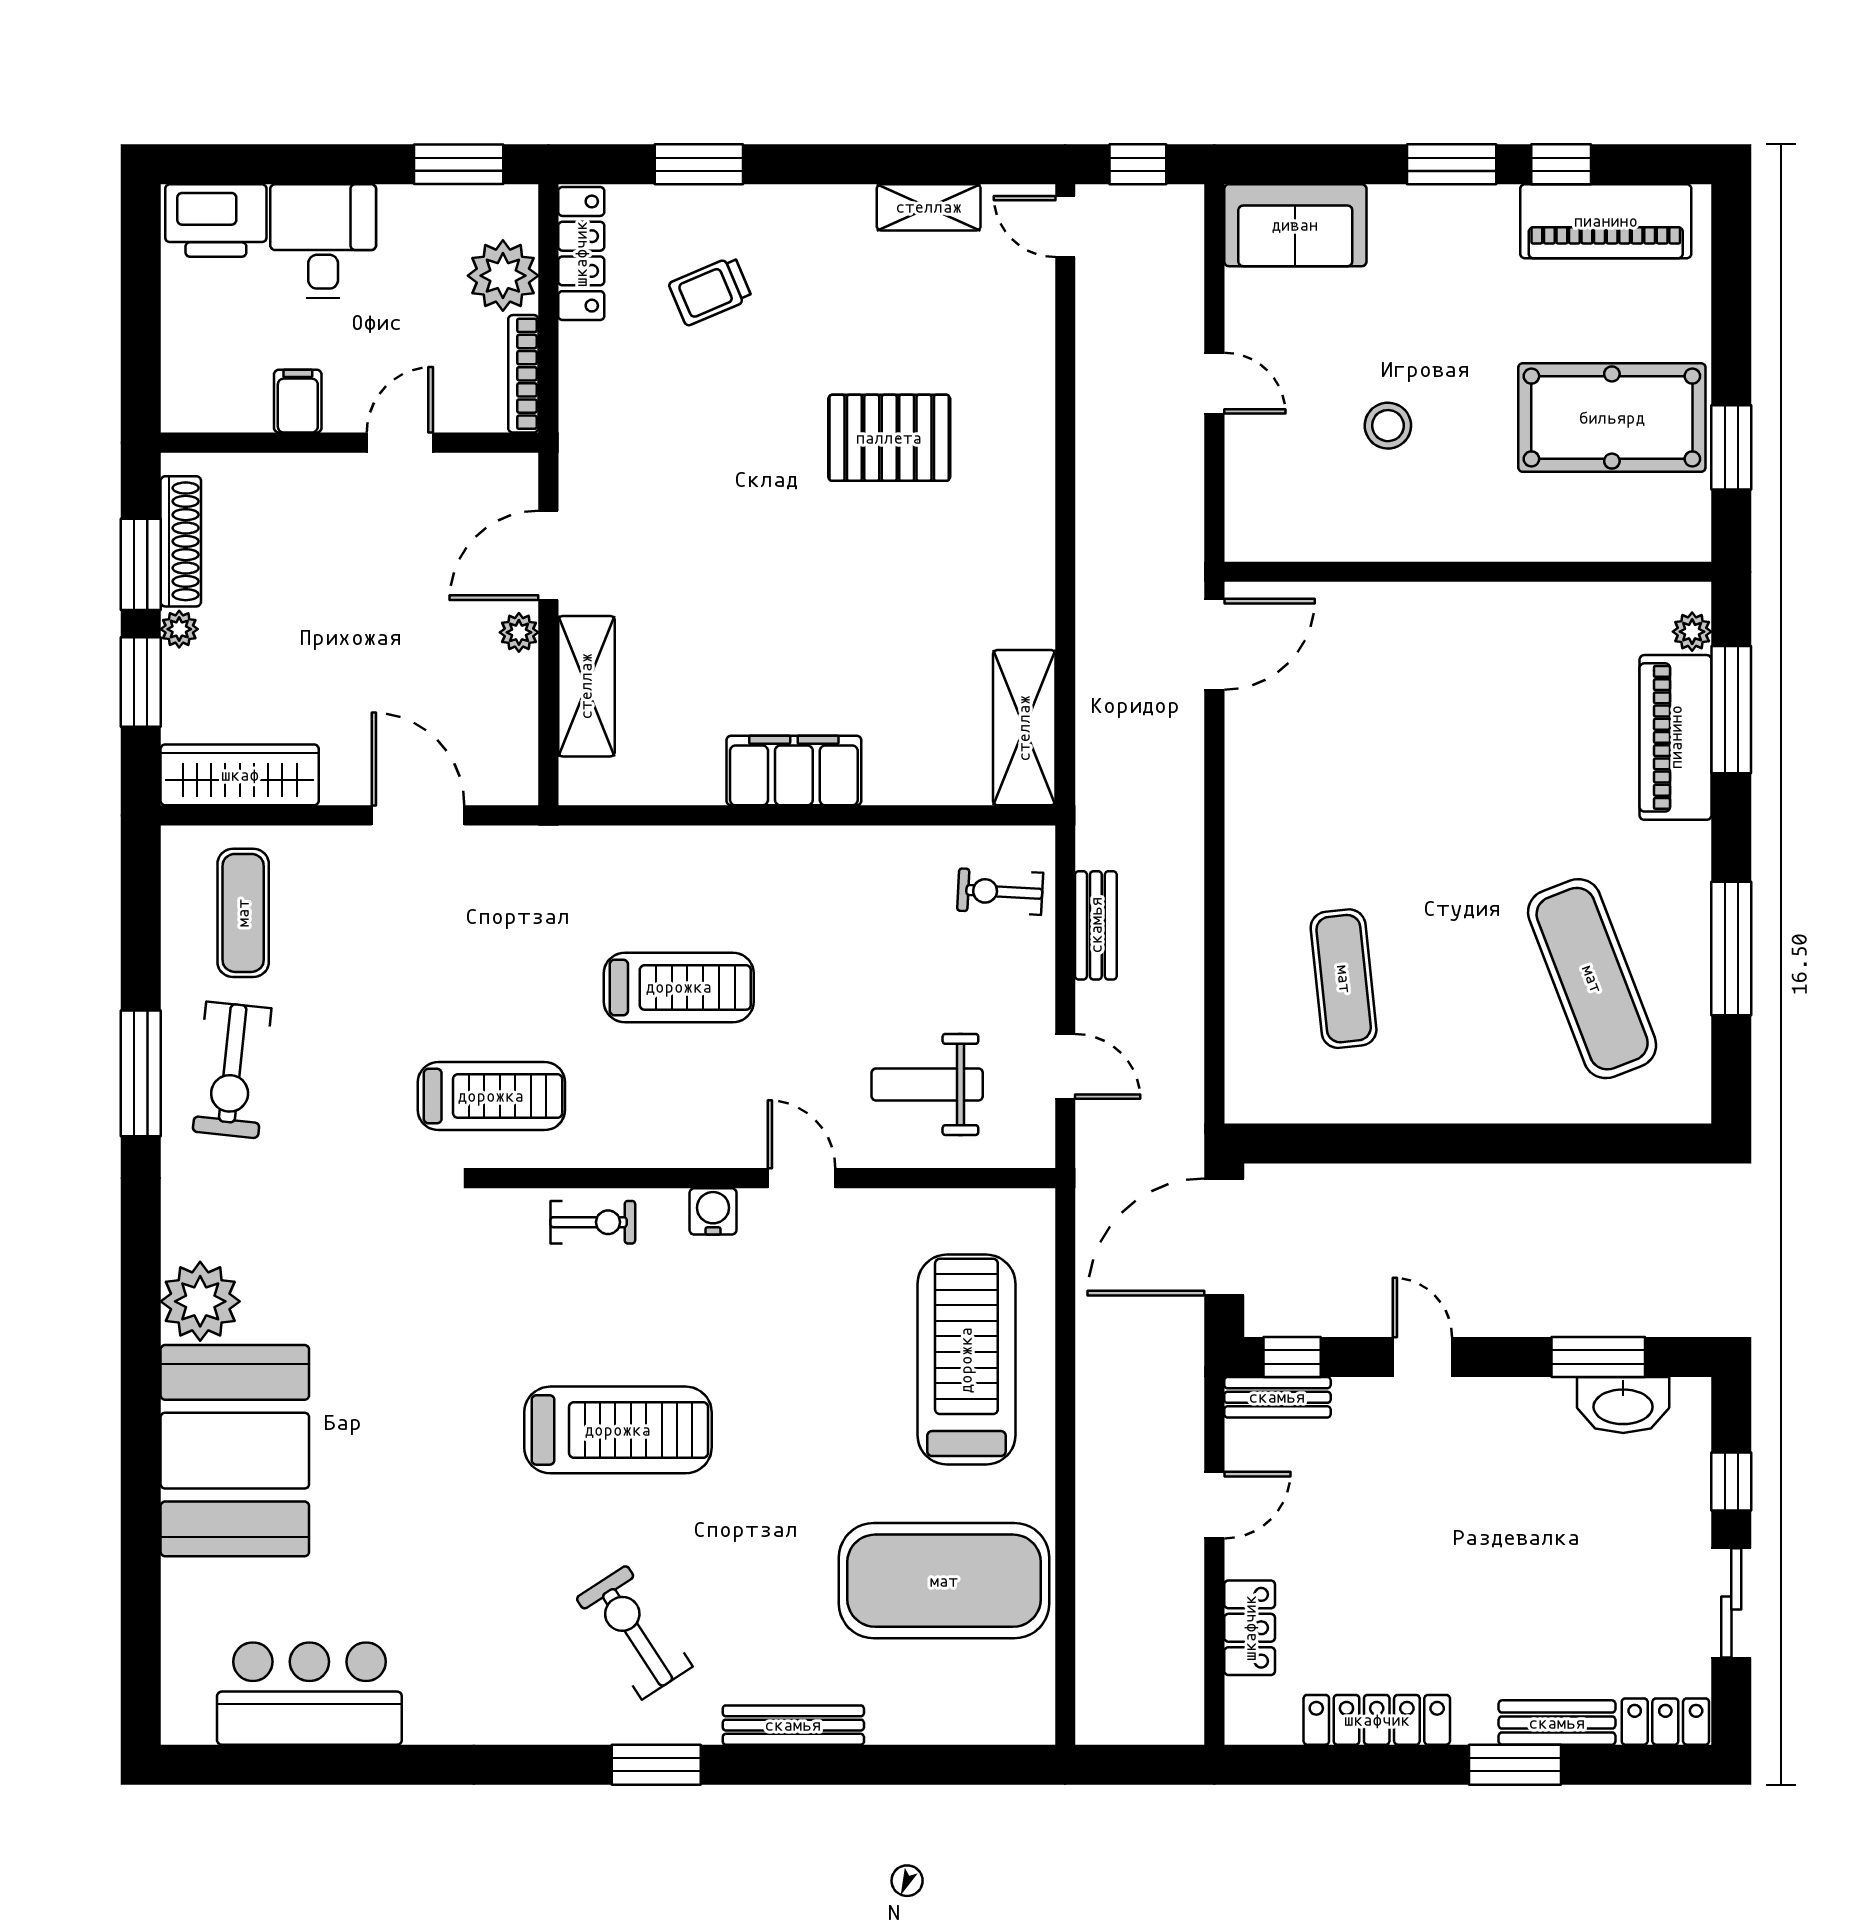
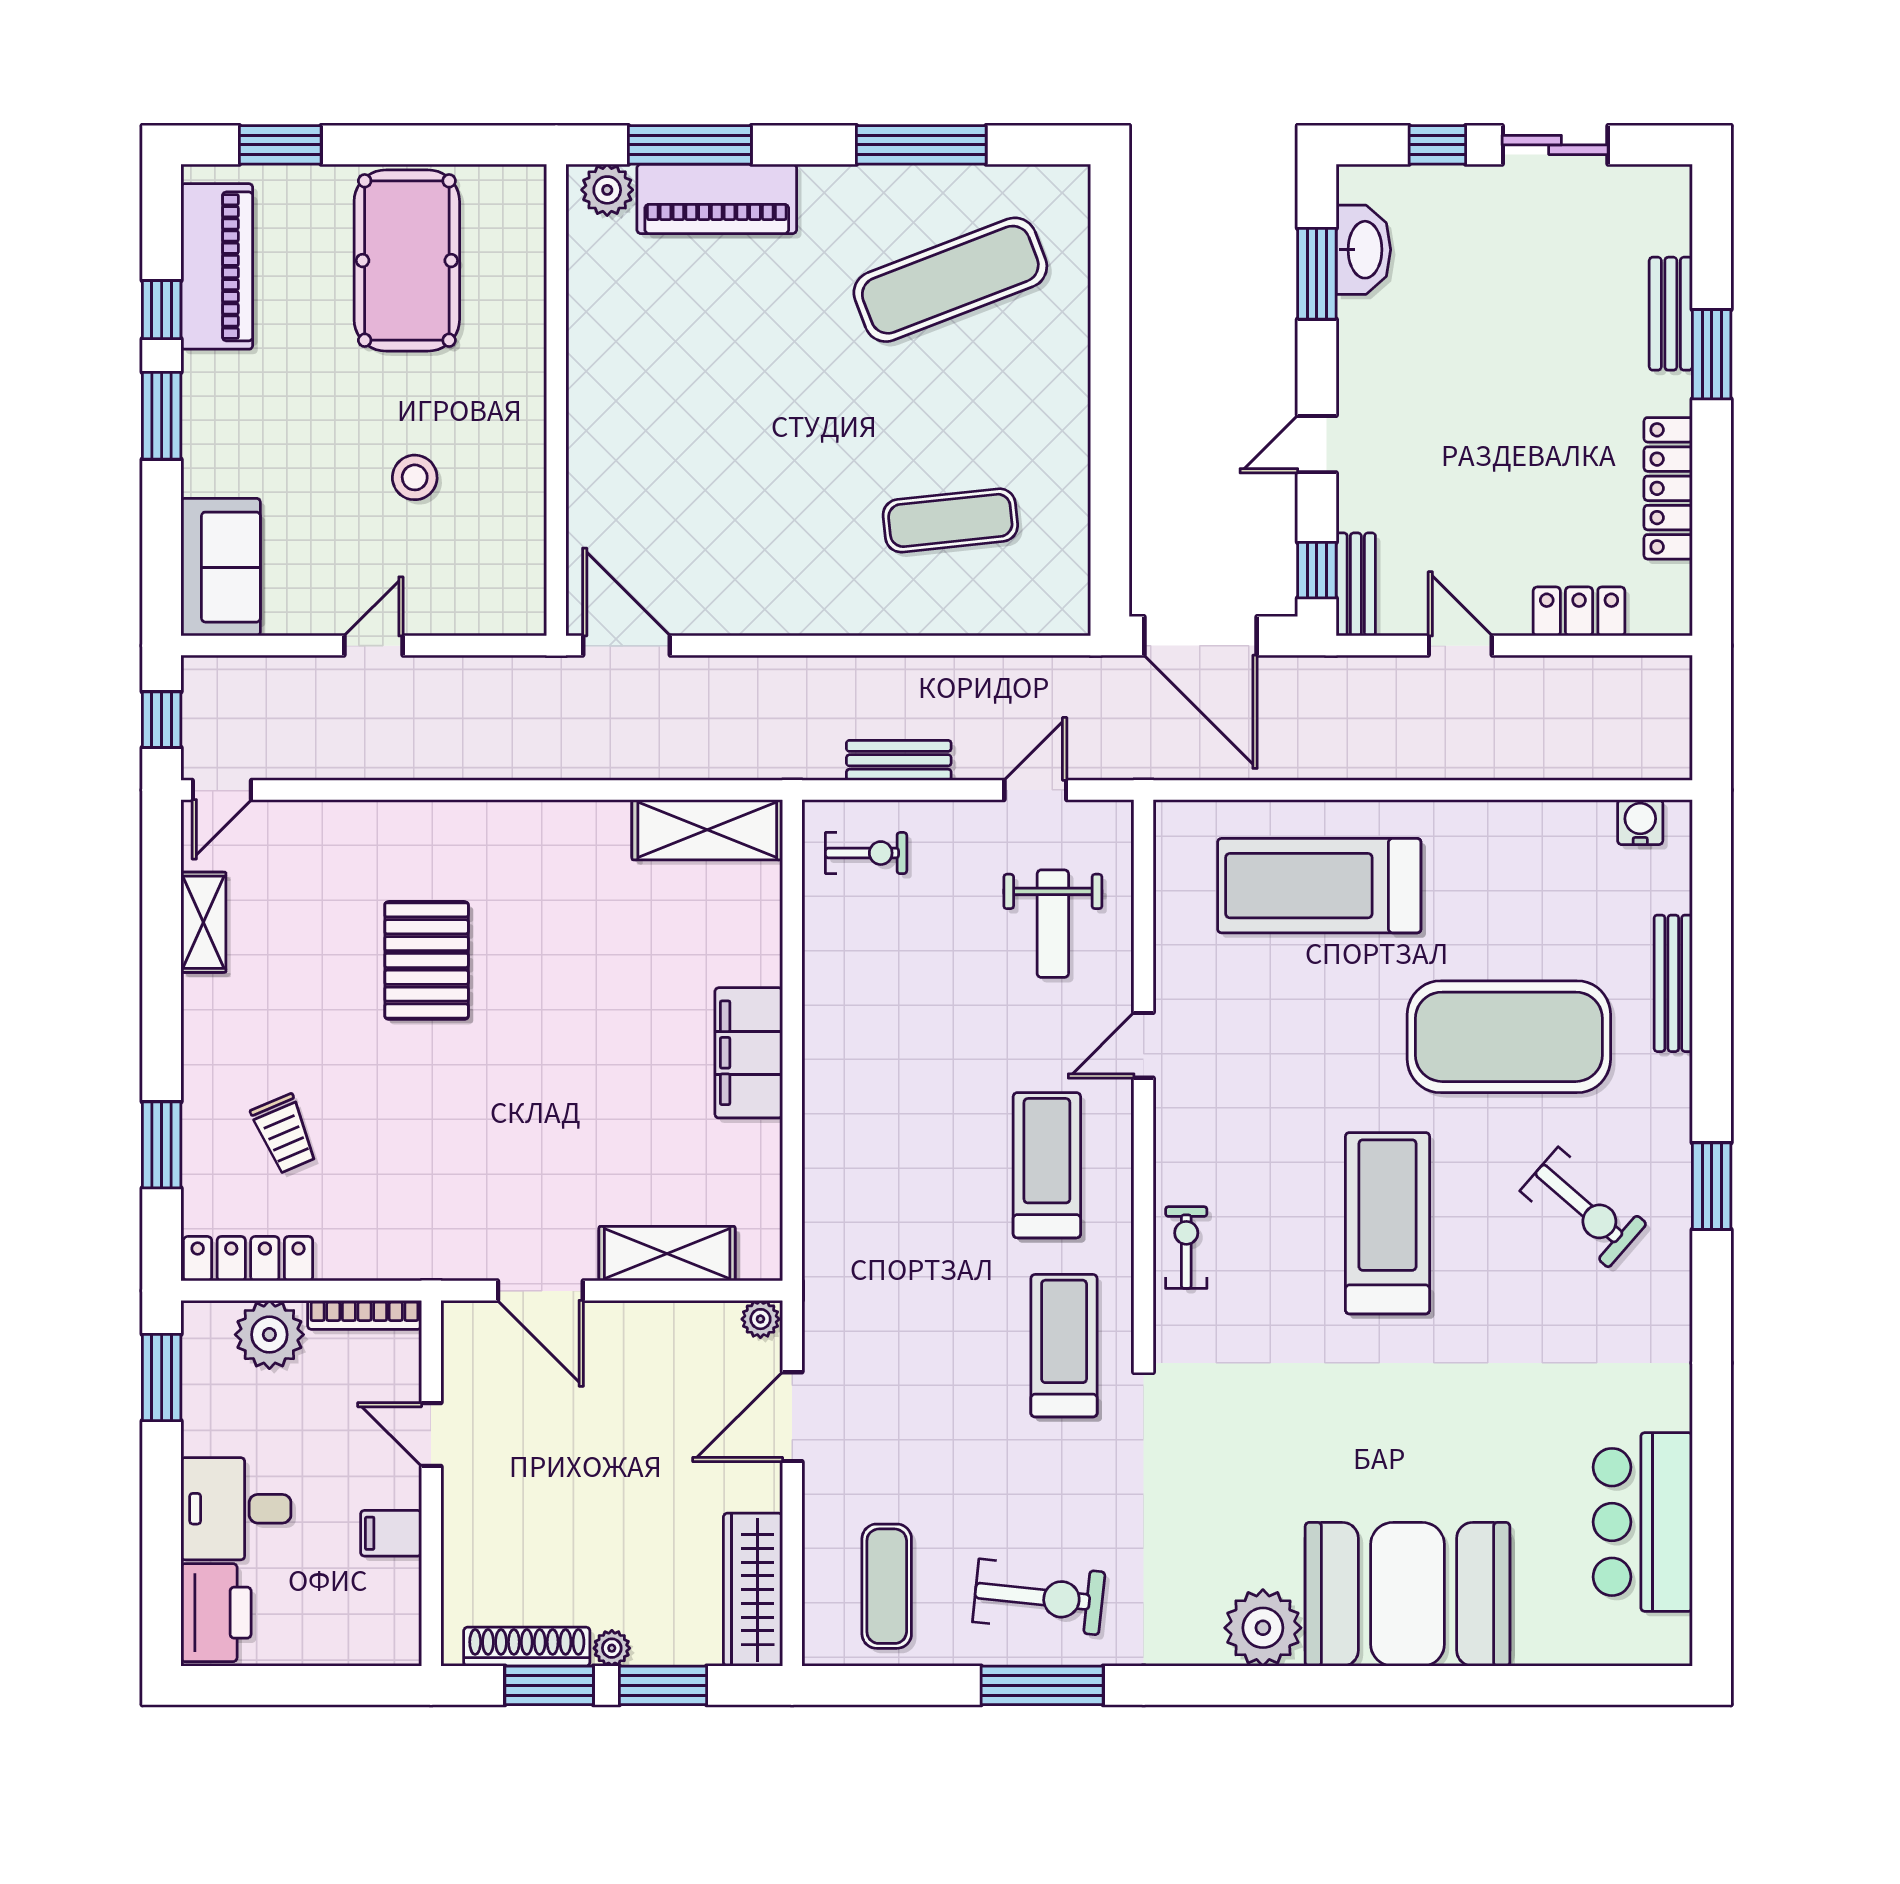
window: (1731, 447) -> (280, 145), moved
plant: (519, 632) -> (760, 1319), moved
plant: (1692, 632) -> (607, 190), width x1.38, depth x1.38
exercise bike: (1000, 892) -> (866, 853), turned -93
exercise mat: (243, 913) -> (887, 1586), turned 90
treadmill: (679, 987) -> (1047, 1165), moved
water cooler: (713, 1211) -> (1640, 822), moved, turned 90
exercise mat: (944, 1581) -> (1509, 1037), moved, turned 90
exercise bike: (634, 1632) -> (1583, 1207), turned -106
locker: (1665, 1722) -> (1670, 209), removed
bench: (793, 1725) -> (1673, 983), moved

